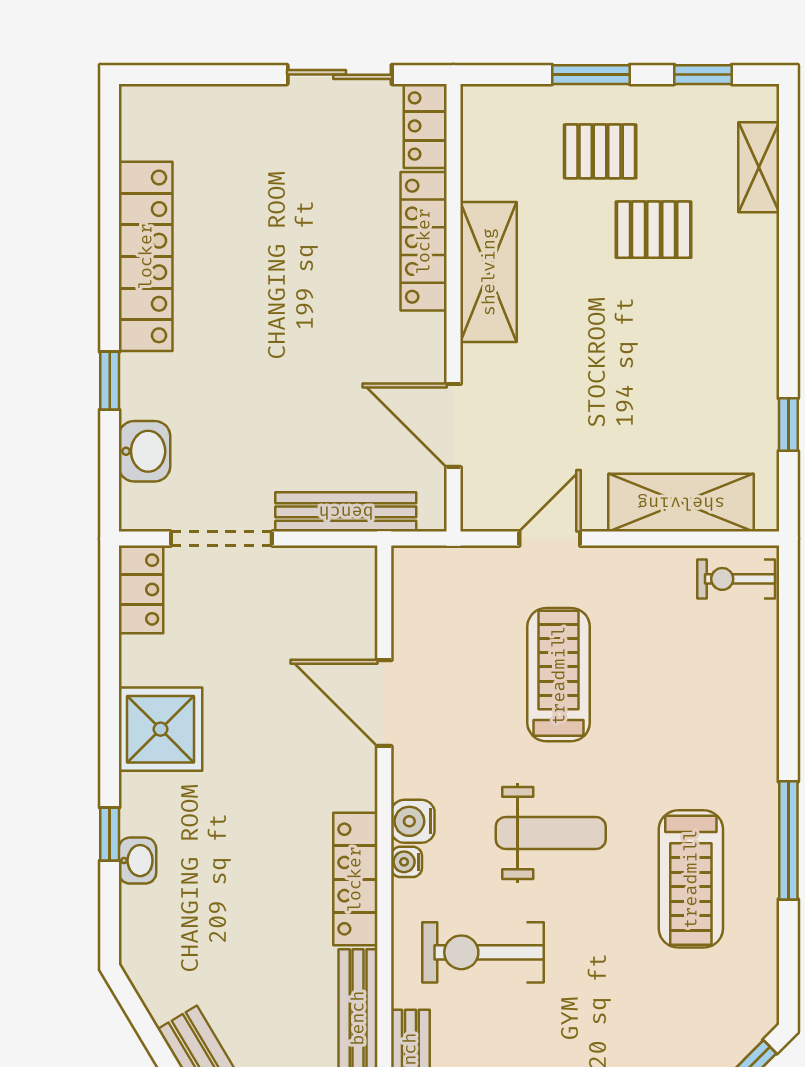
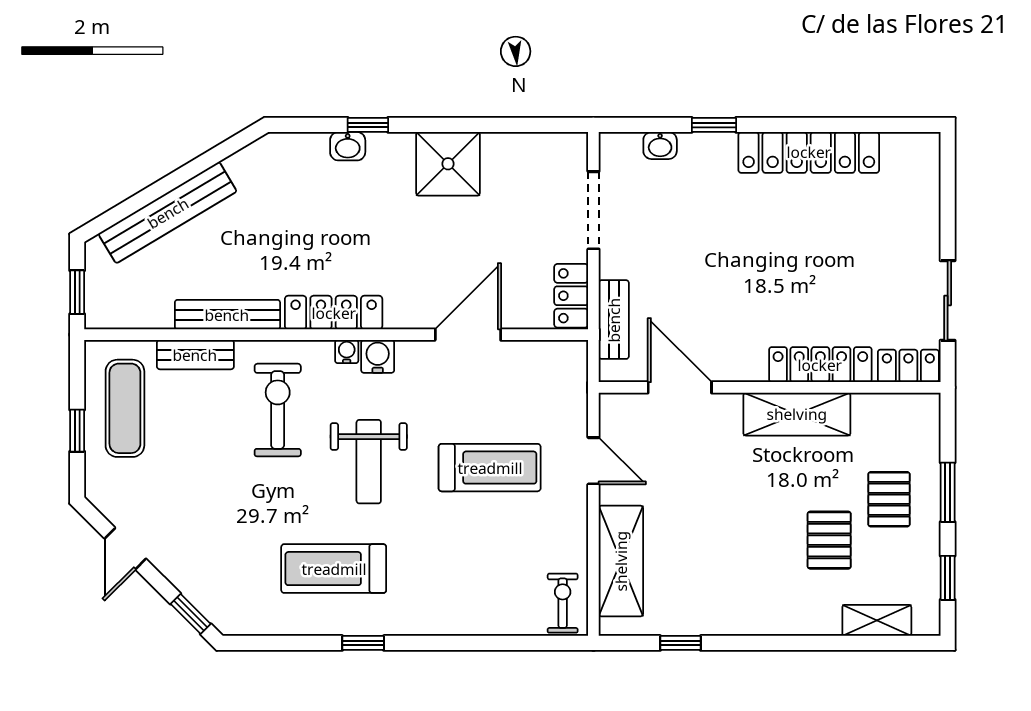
door: (454, 425) -> (680, 387), hinge flipped
washbasin: (144, 451) -> (660, 146), width x0.72, depth x0.69
bench: (346, 512) -> (614, 320), width x0.73
locker: (141, 589) -> (571, 296), moved, turned 90
window: (788, 840) -> (363, 643), width x0.46

